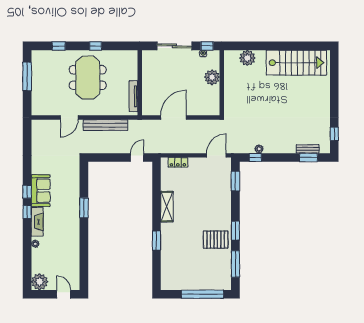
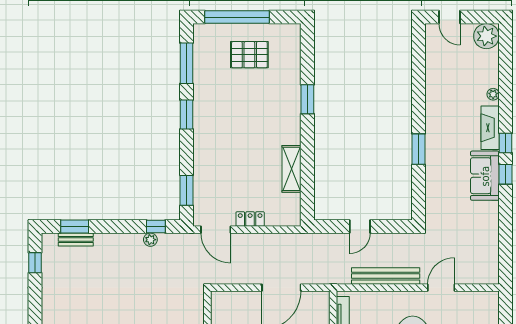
door: (216, 155) -> (216, 230), hinge flipped
door: (137, 157) -> (360, 226), moved
locker: (178, 162) -> (250, 219), moved
shelving: (167, 207) -> (292, 169), moved
pallet: (216, 240) -> (249, 55), moved

